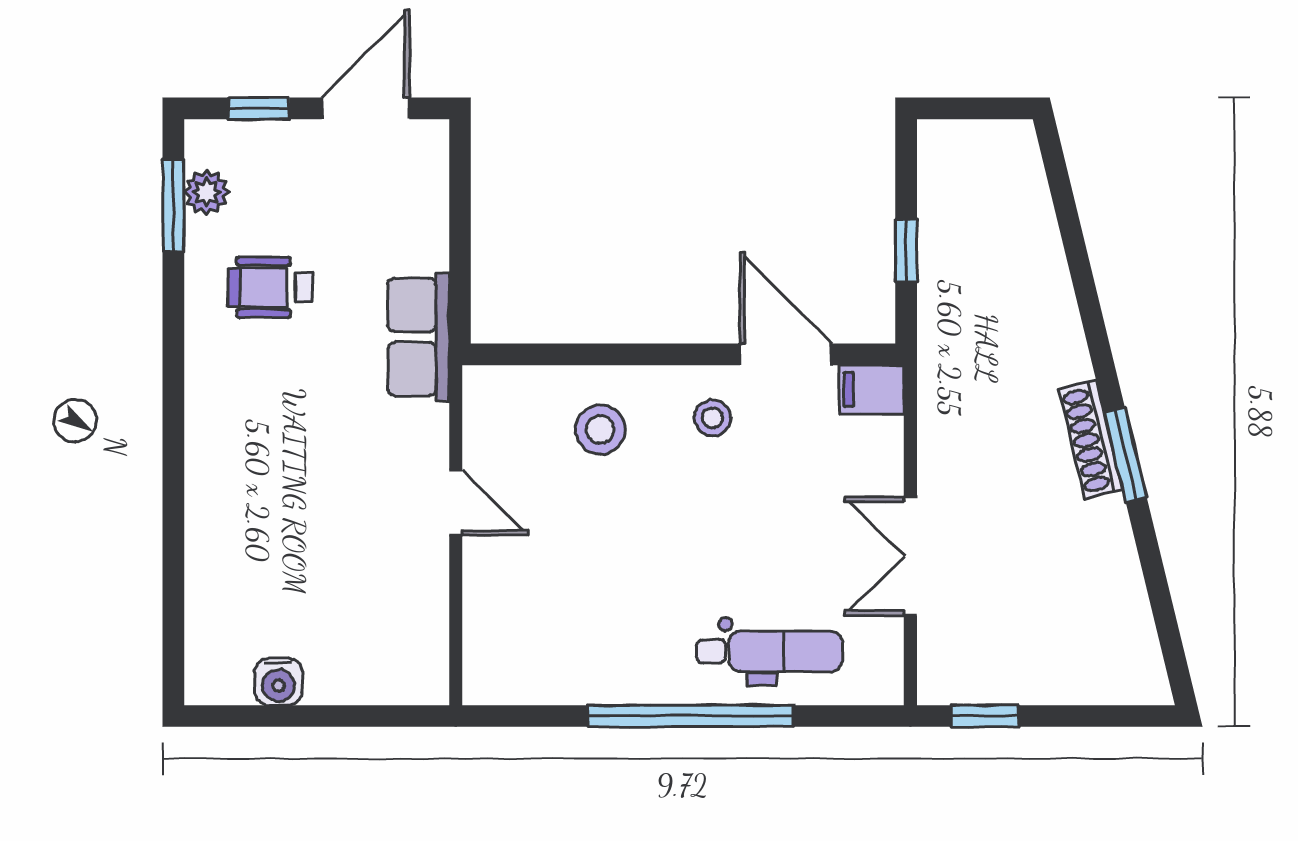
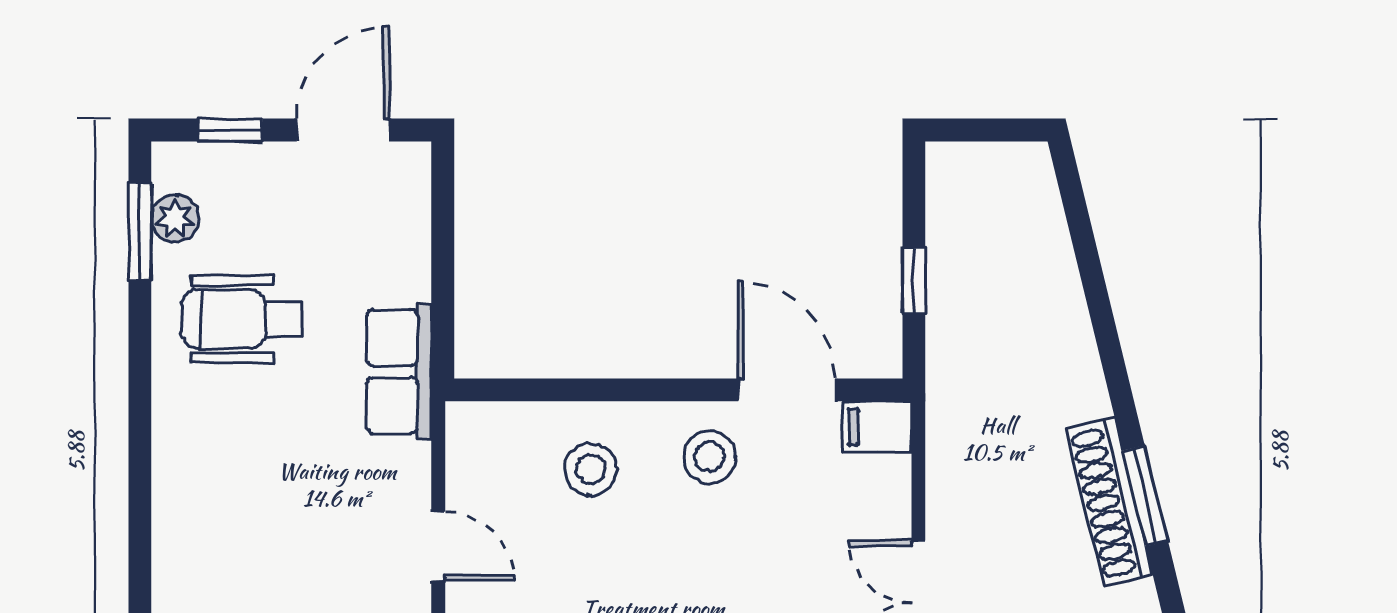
wheelchair: (270, 287) -> (242, 319), width x1.36, depth x1.37
stool: (713, 418) -> (709, 457), width x1.37, depth x1.37
shoe rack: (1091, 439) -> (1109, 502), width x1.36, depth x1.24

